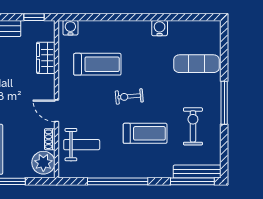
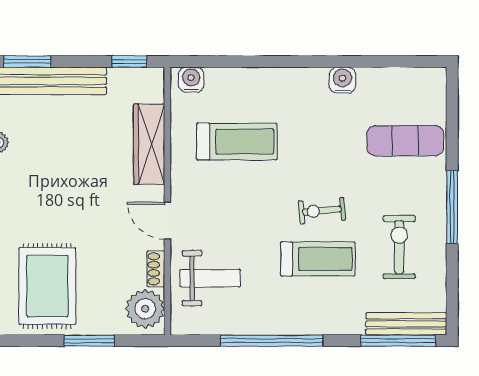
wardrobe: (46, 58) -> (149, 144), width x1.50
exercise bike: (129, 96) -> (322, 211), moved

